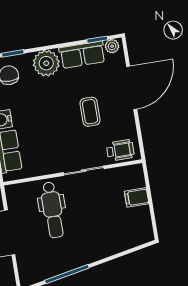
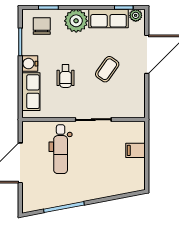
coffee table: (90, 112) -> (107, 69), turned 35
wheelchair: (120, 150) -> (66, 76), moved, turned 90

